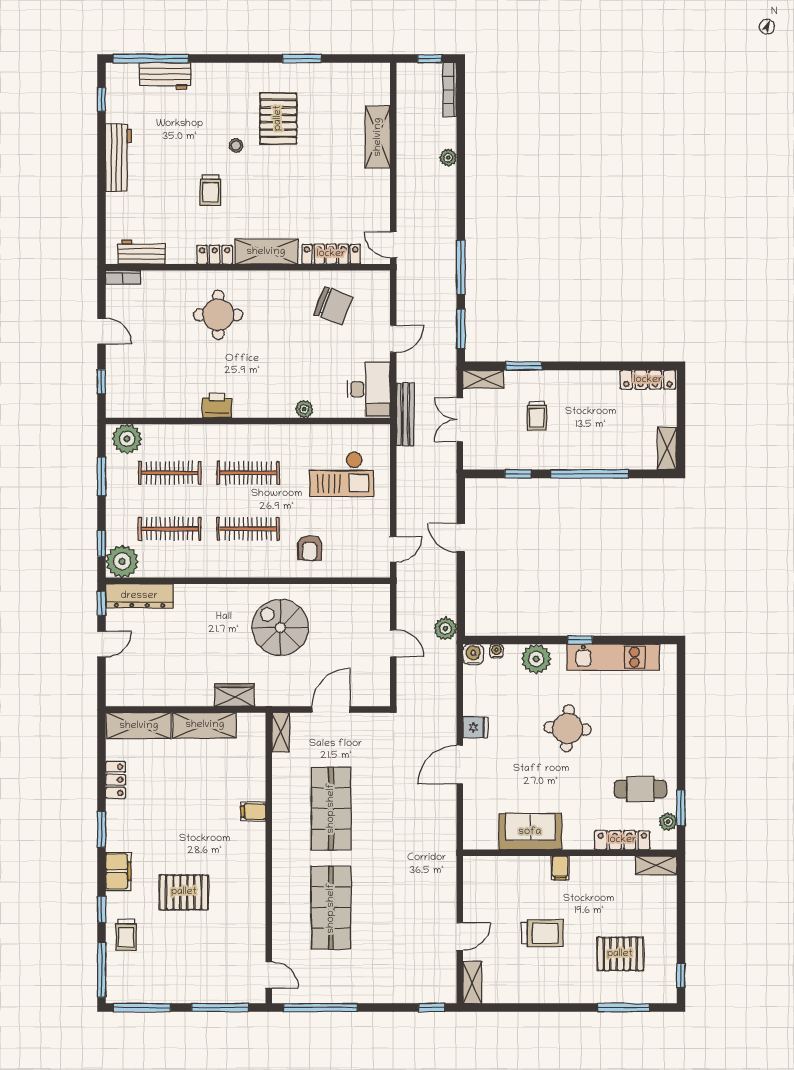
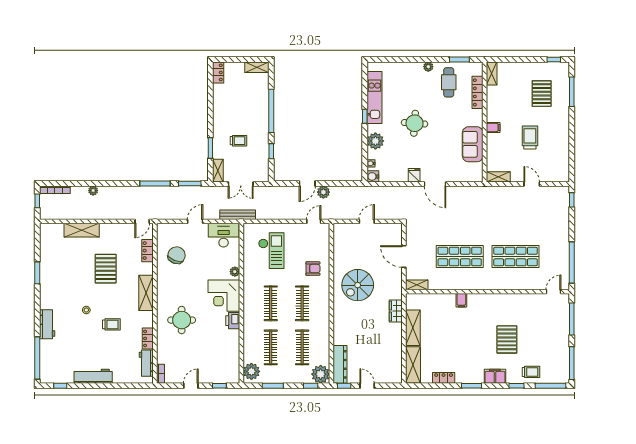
workbench: (165, 76) -> (47, 324), moved
pallet: (278, 118) -> (106, 269), moved, turned 90
locker: (331, 254) -> (147, 251), width x0.66
locker: (215, 255) -> (148, 338), moved
door: (393, 339) -> (195, 221), hinge flipped
locker: (648, 380) -> (218, 72), width x0.66
corner desk: (261, 390) -> (224, 296), added
door: (393, 549) -> (314, 221), hinge flipped
plant: (445, 628) -> (323, 192), moved
plant: (668, 822) -> (428, 67), moved
shelving: (472, 982) -> (498, 177), moved

